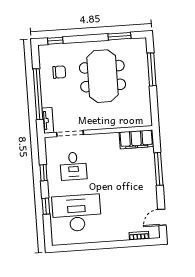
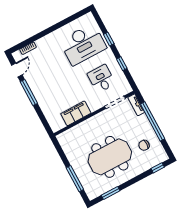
meeting table: (102, 76) -> (110, 157), turned 90
filing cabinet: (136, 139) -> (76, 113), moved
window: (159, 169) -> (29, 93), moved

